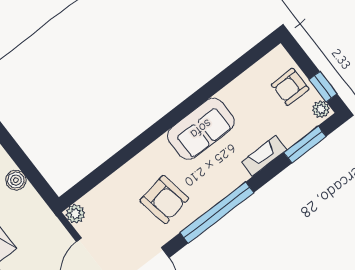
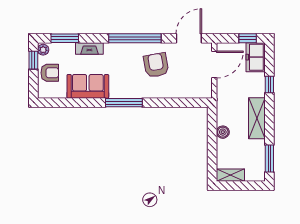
window: (168, 121) -> (124, 103), added
sofa: (201, 129) -> (88, 86), moved
plant: (75, 214) -> (206, 92), removed

